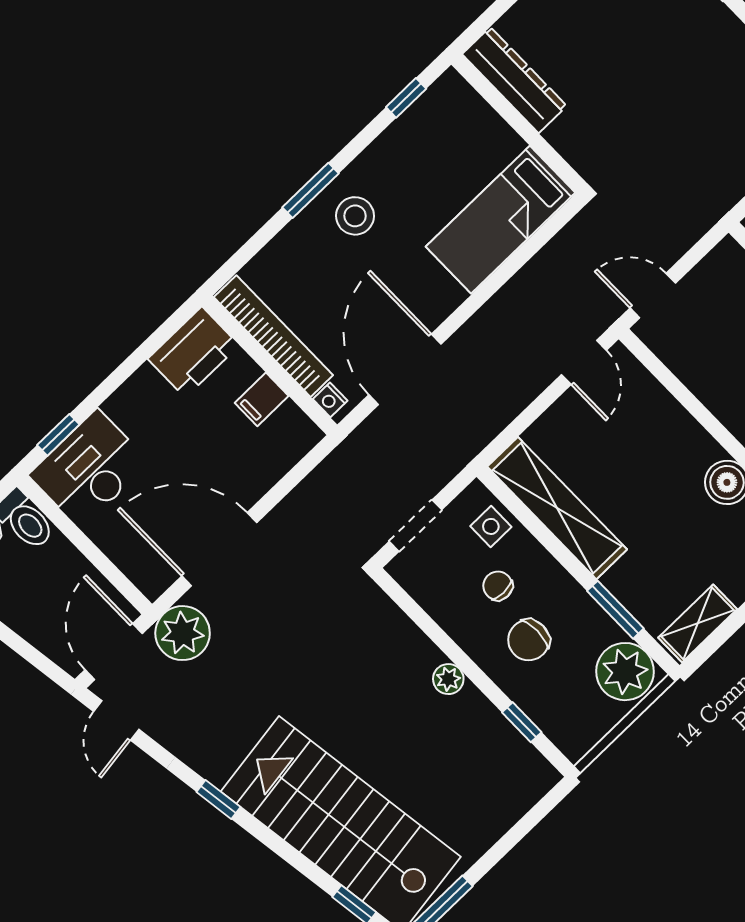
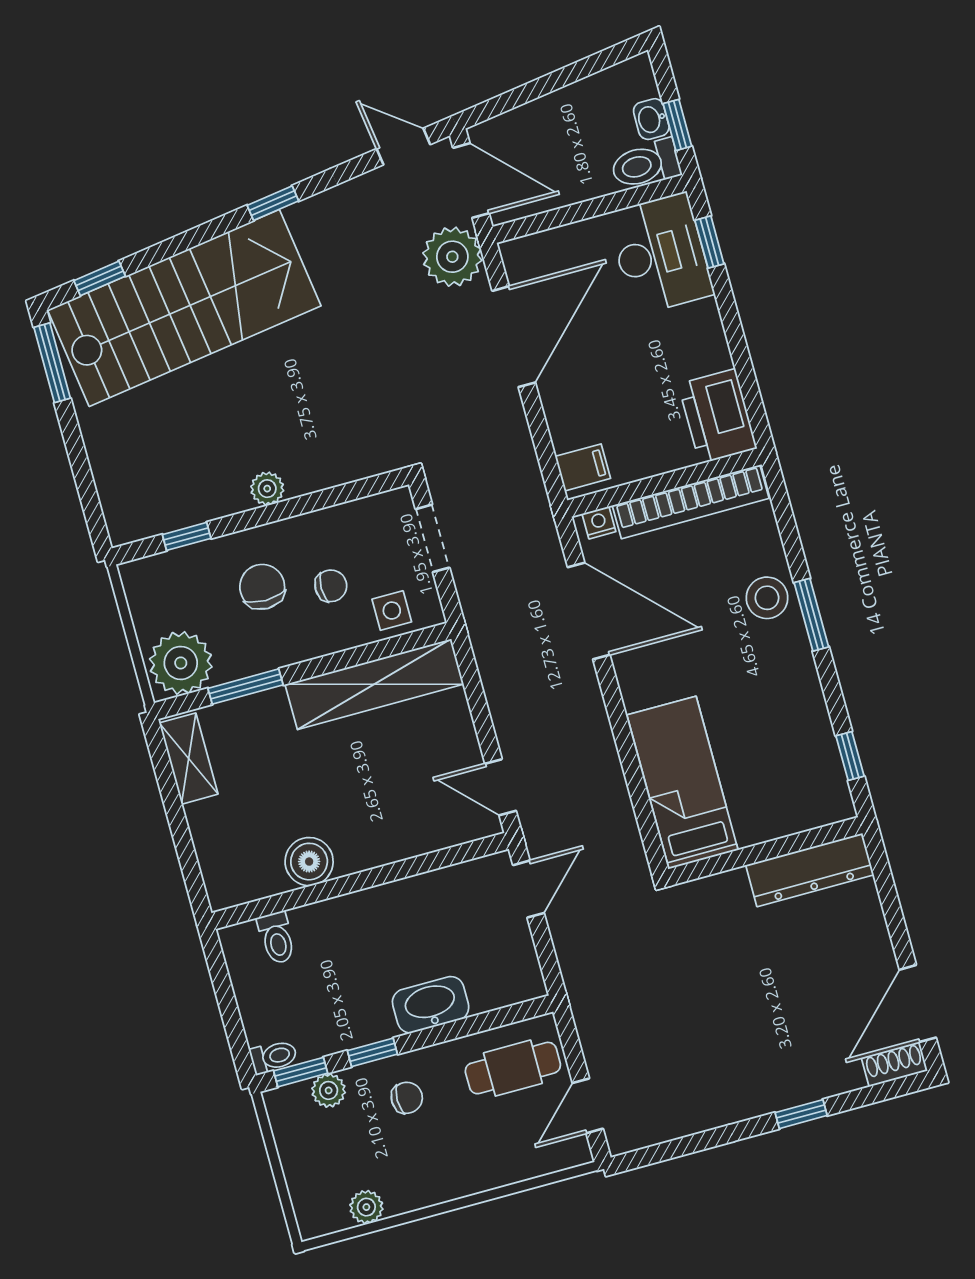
stool: (355, 216) -> (767, 598), moved
filing cabinet: (262, 399) -> (583, 467), moved, turned 90

